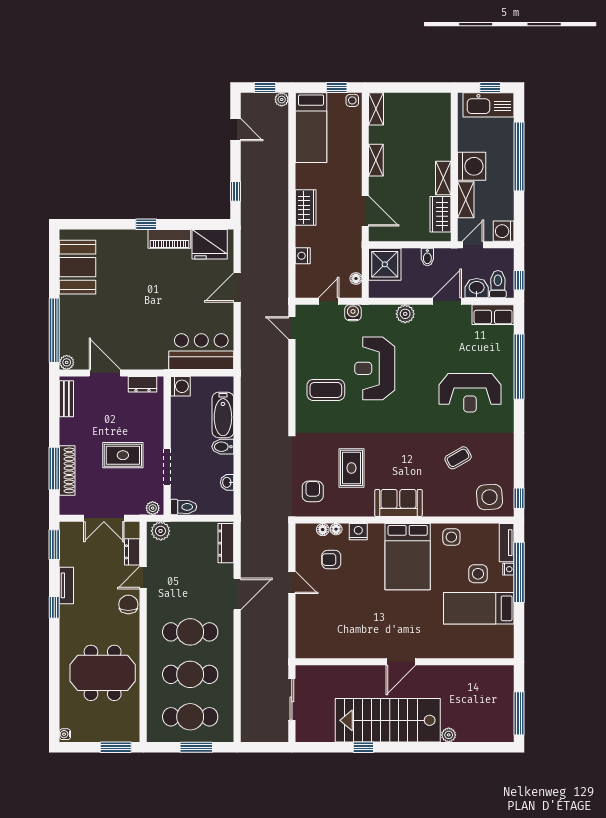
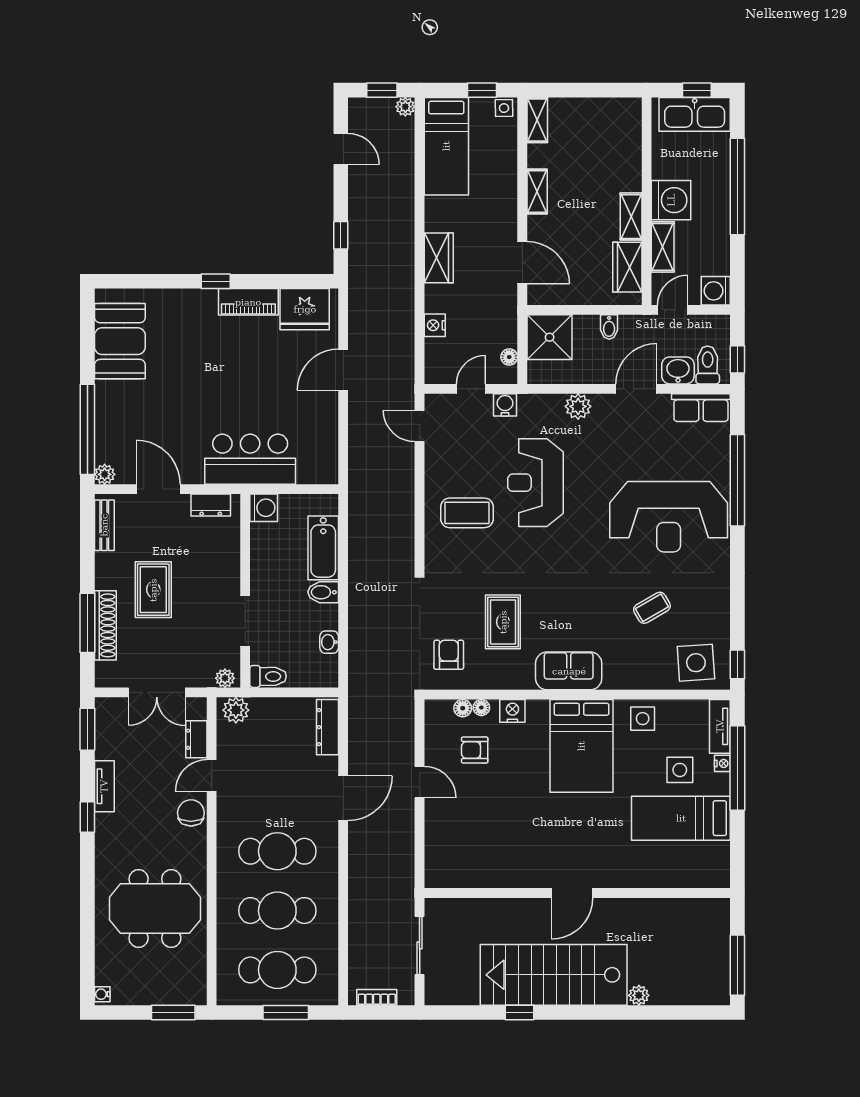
bar counter: (201, 352) -> (250, 459), moved
reception desk: (470, 393) -> (669, 517), width x1.36, depth x1.30
rug: (123, 455) -> (153, 590), moved, turned 90
bookcase: (261, 736) -> (377, 997), added

